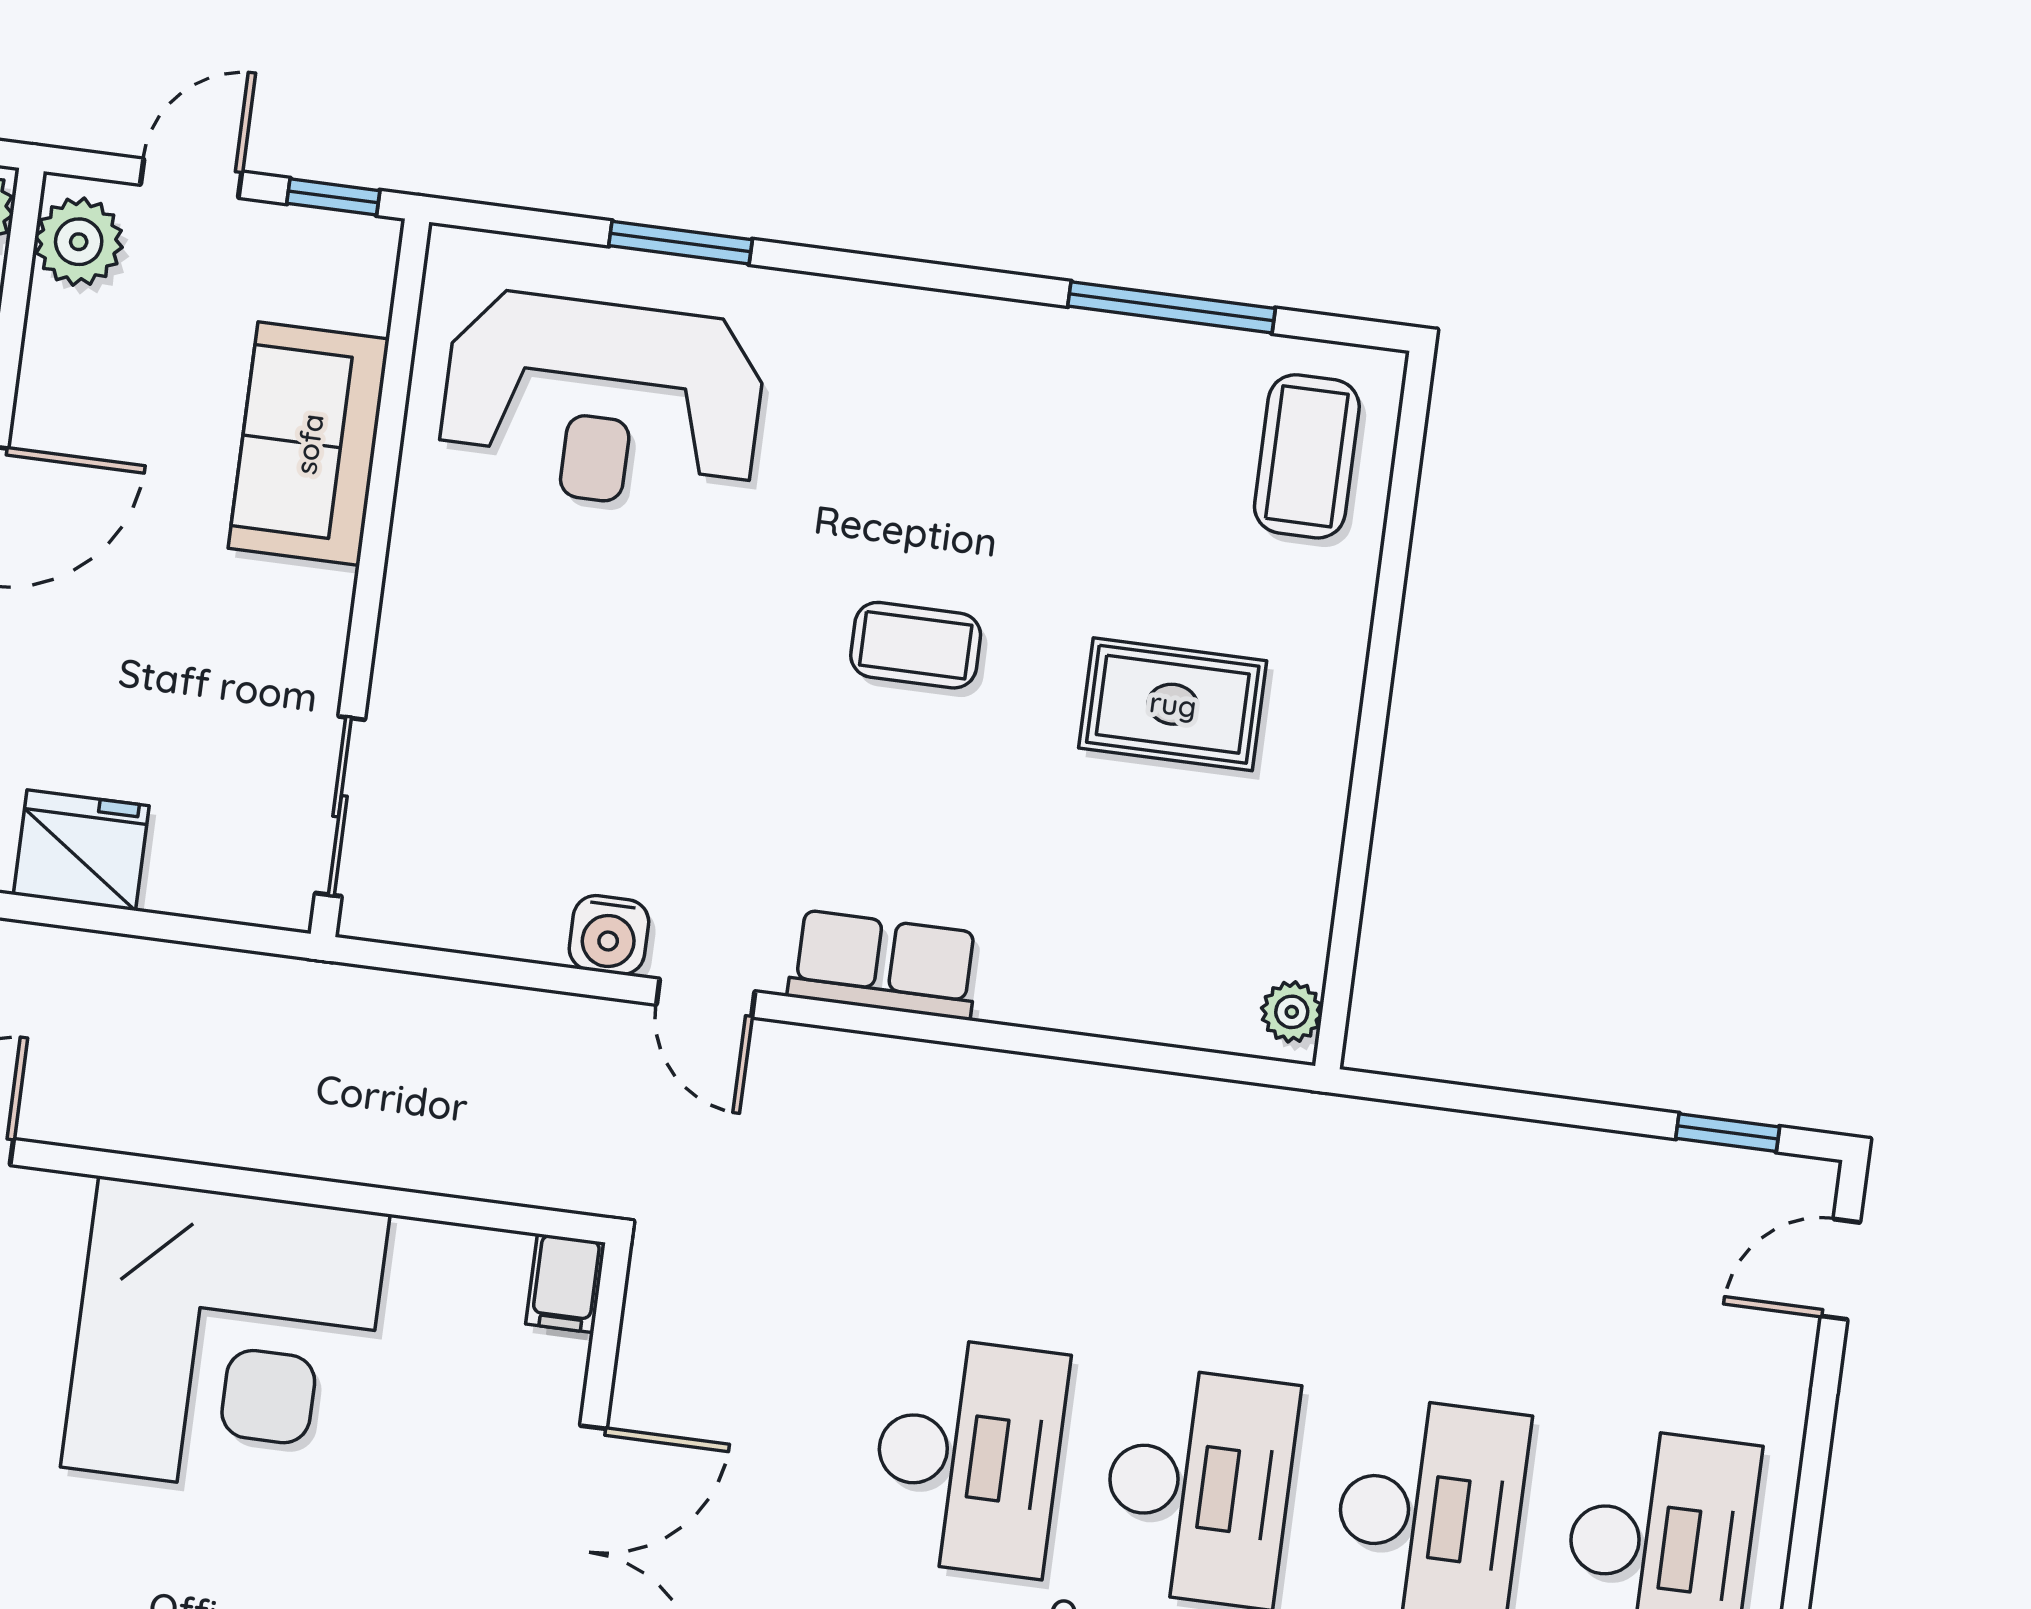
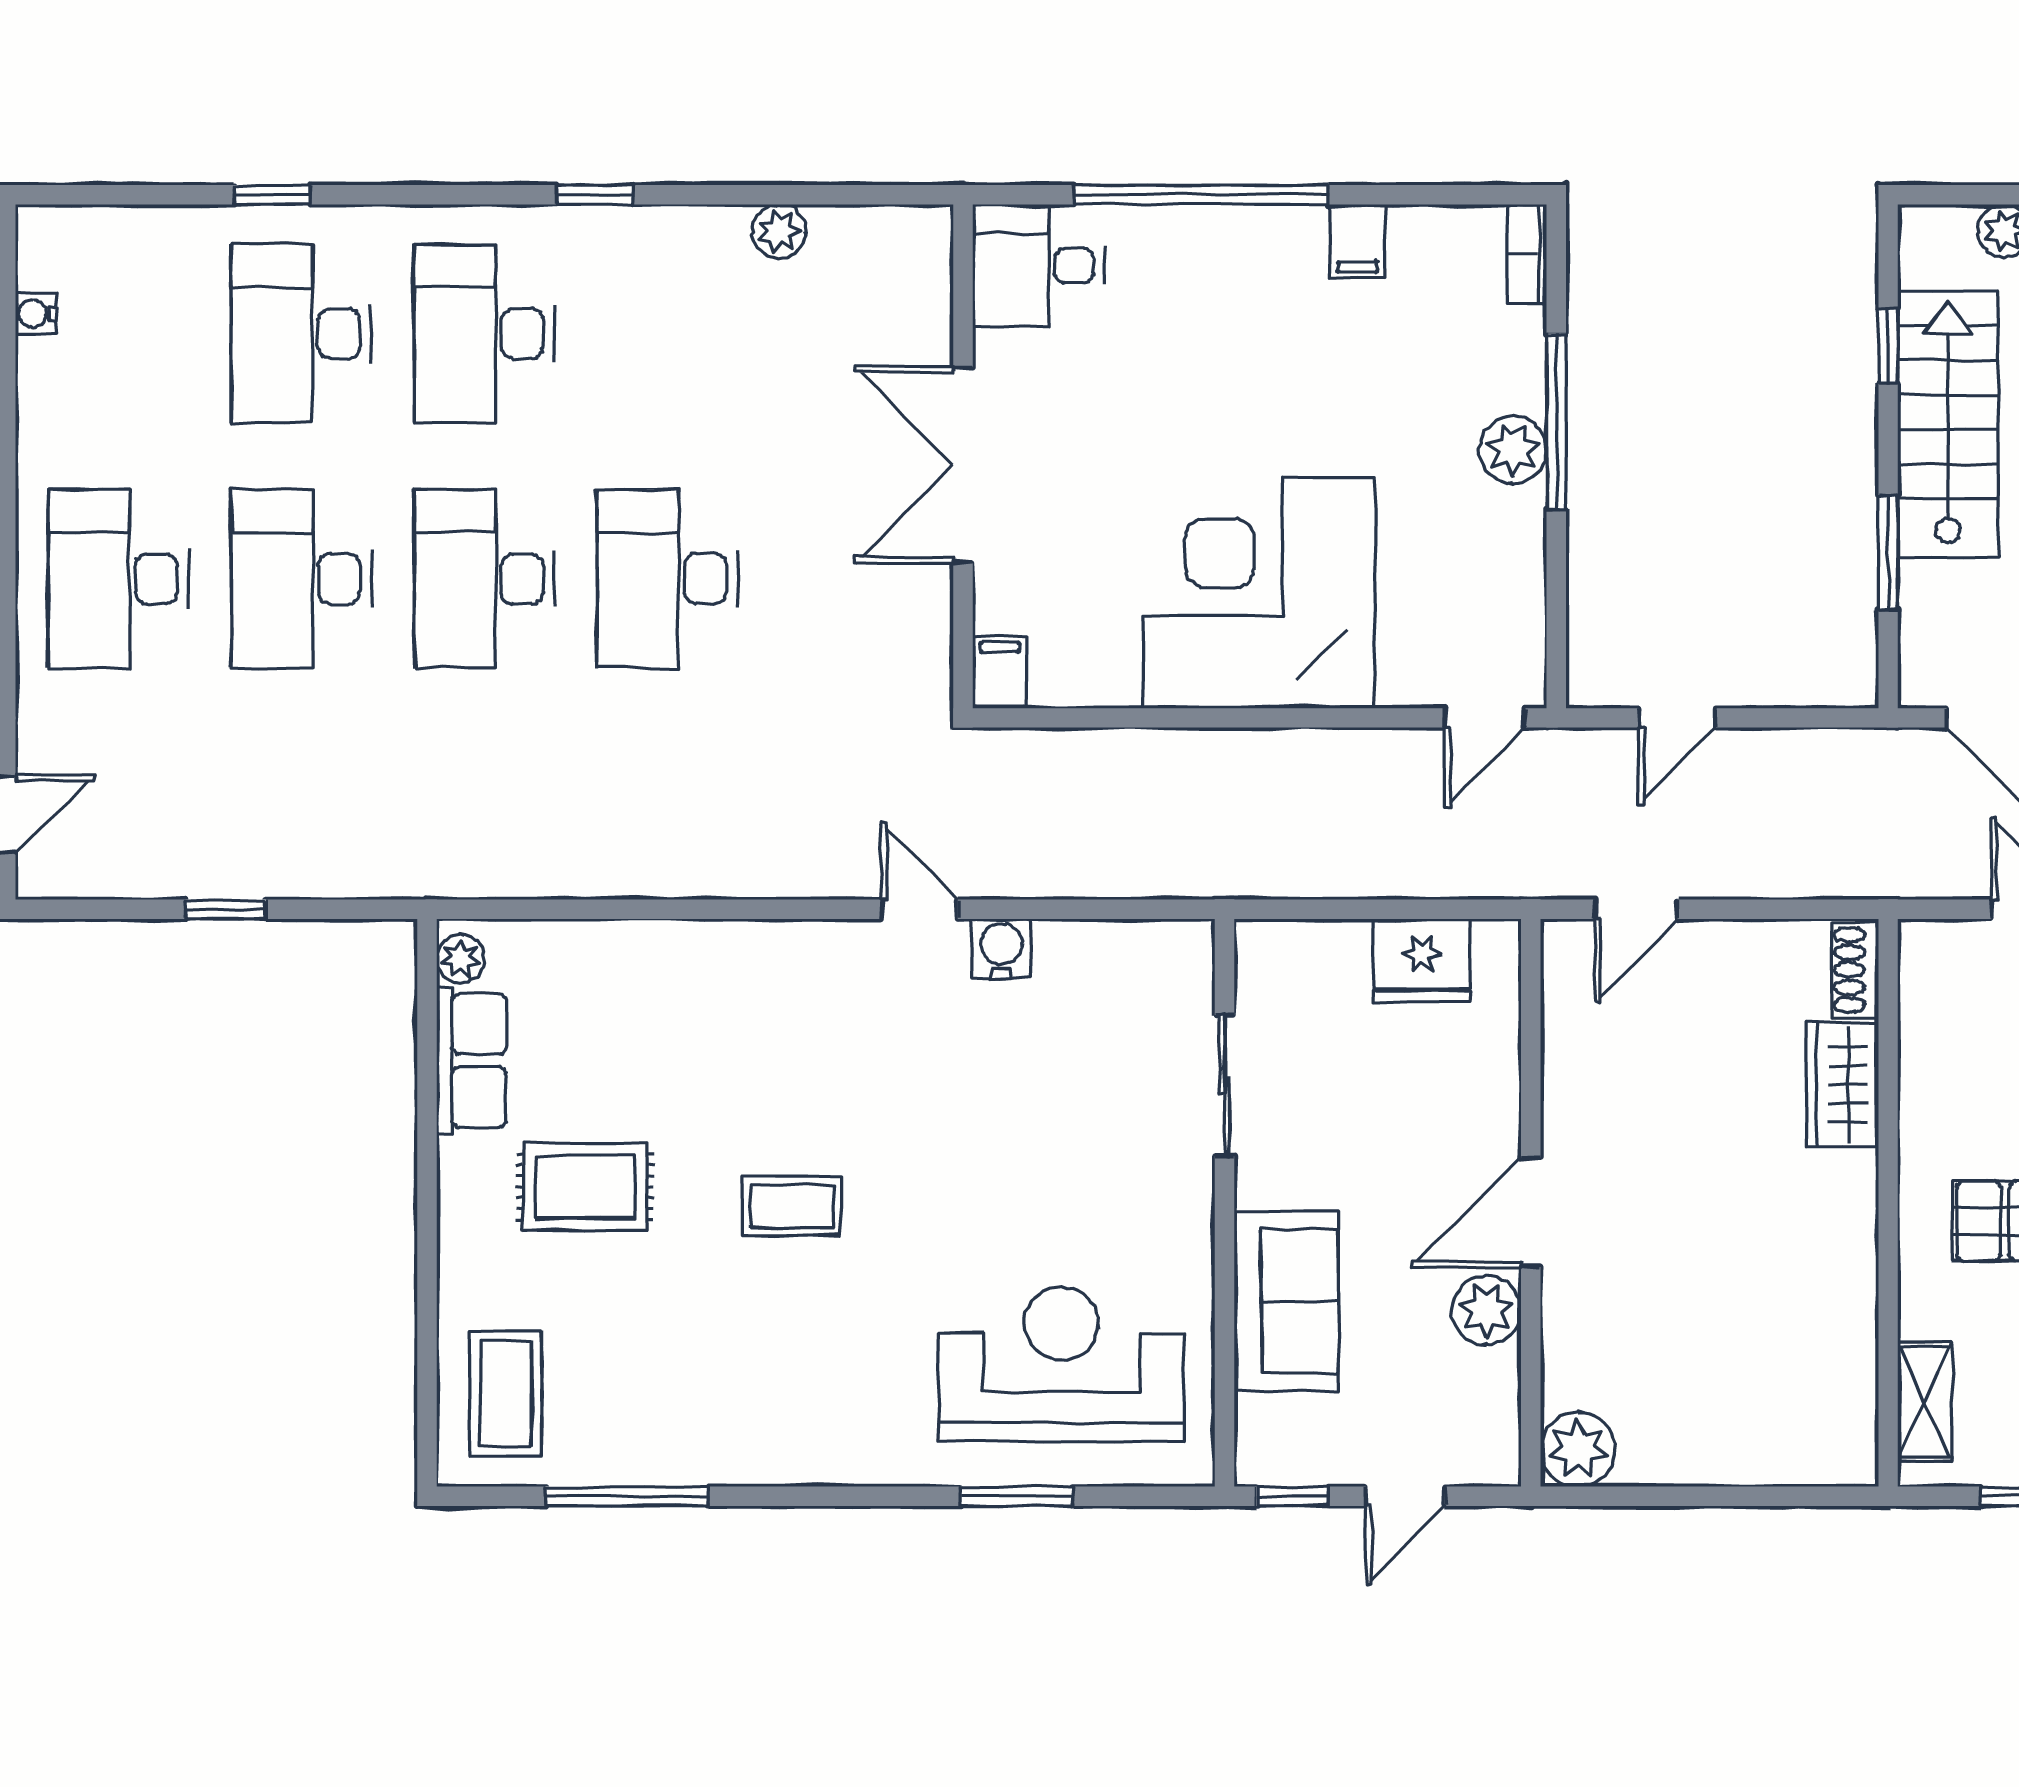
plant: (79, 242) -> (1486, 1310), moved
sliding door: (340, 806) -> (1225, 1086), moved
row of seats: (884, 965) -> (471, 1061), moved, turned -90
window: (1728, 1133) -> (226, 909), moved

